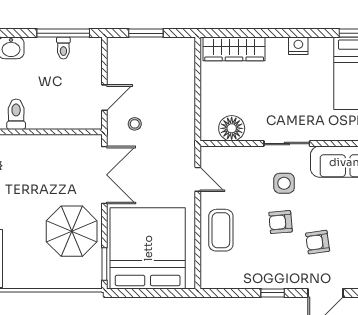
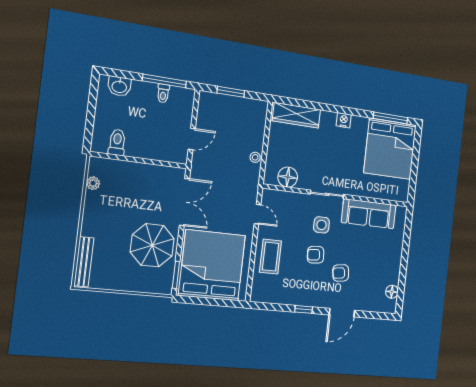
stool: (135, 124) -> (255, 157), moved

